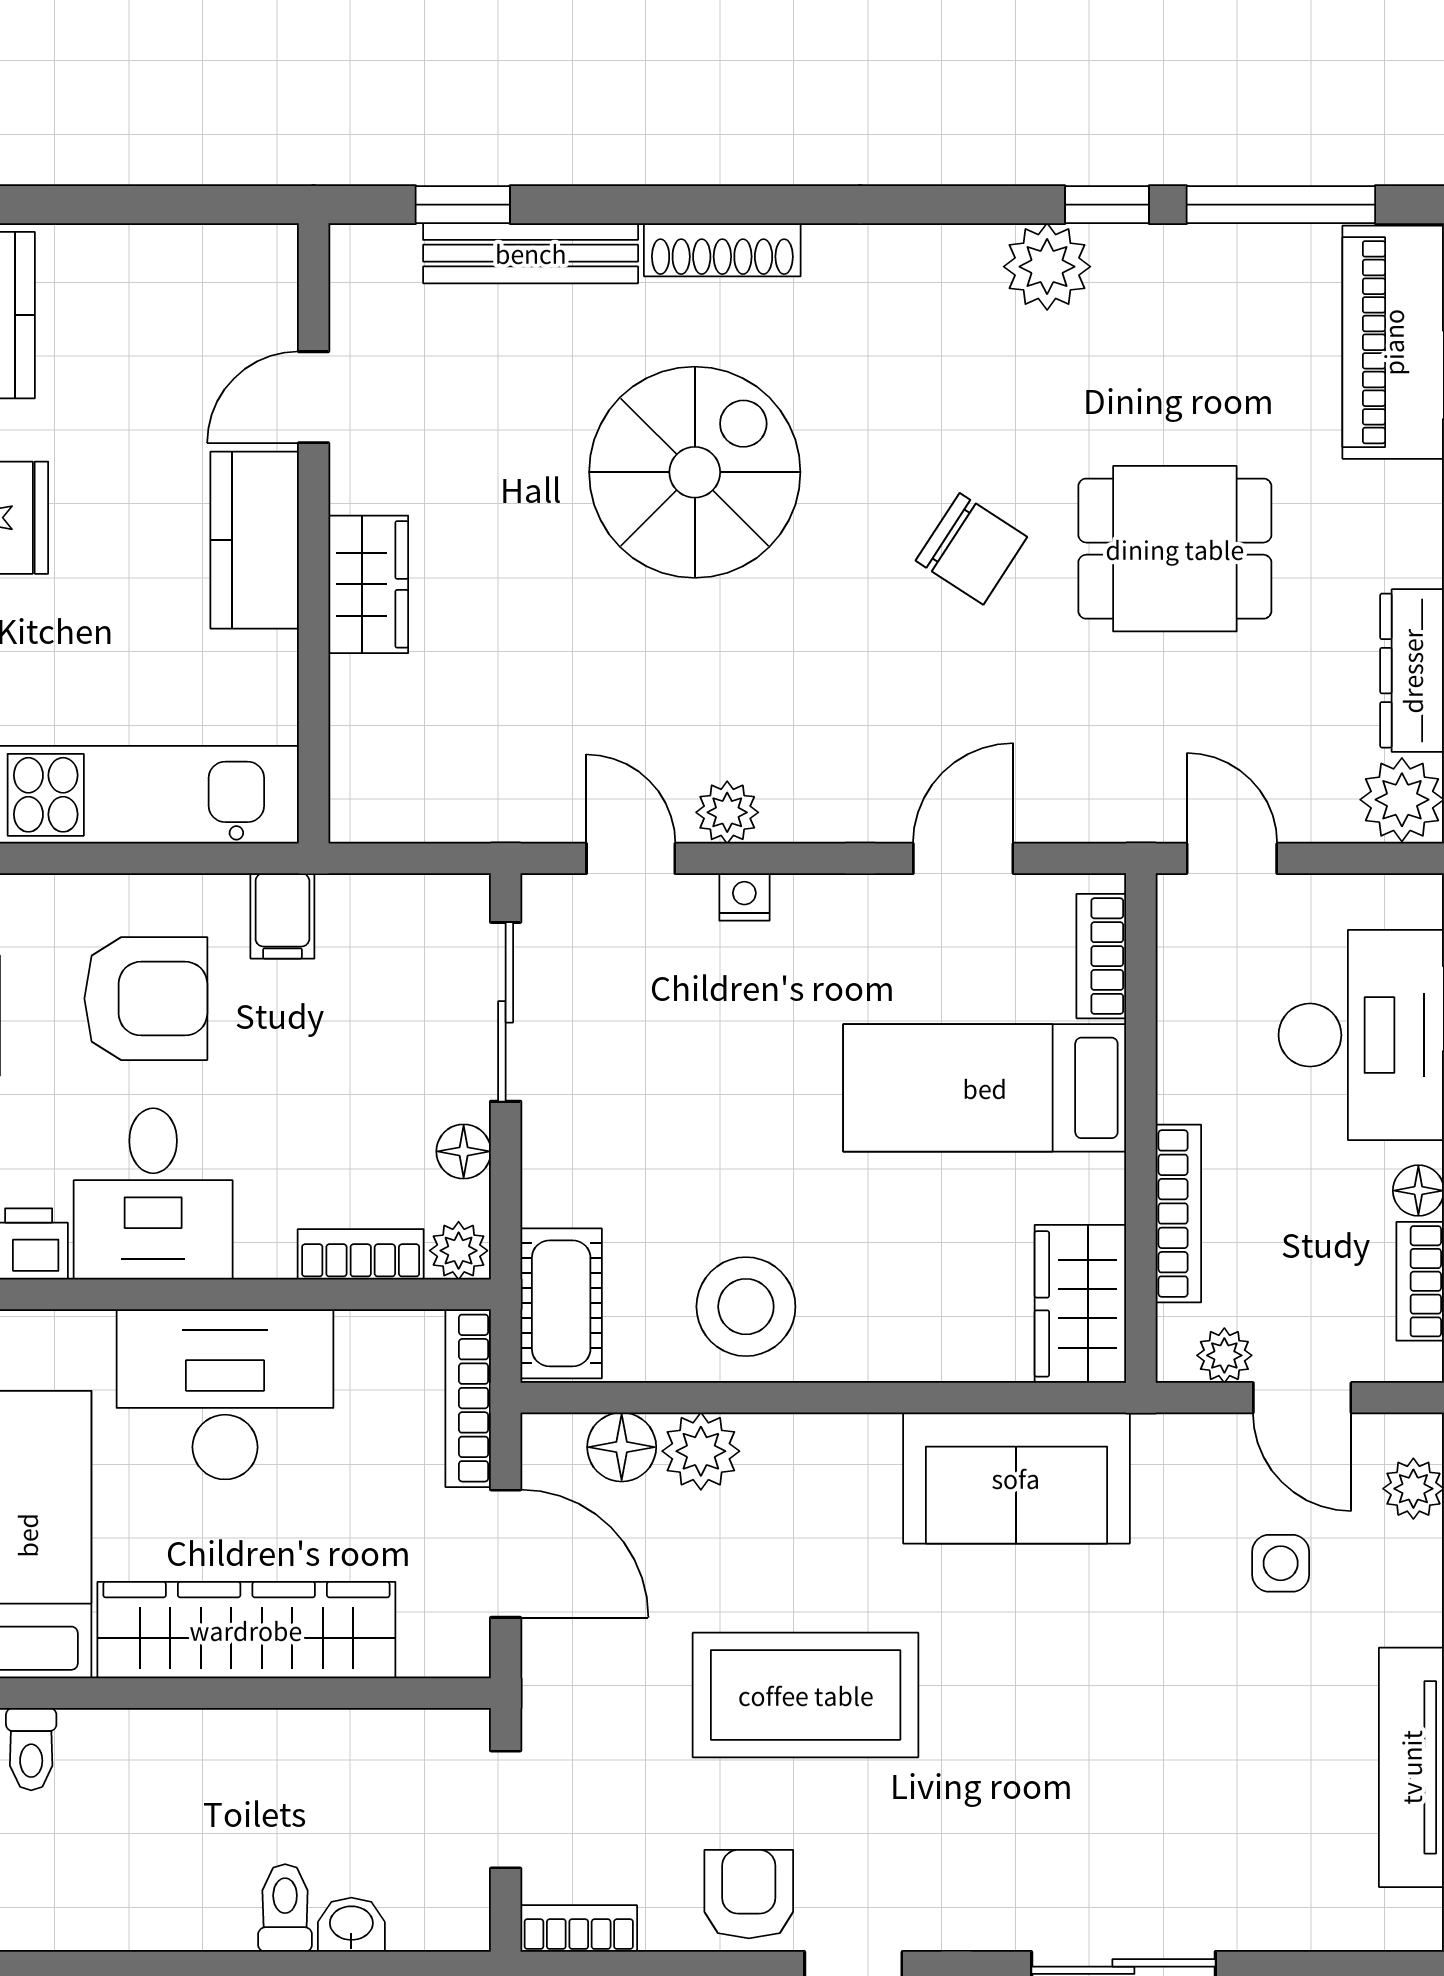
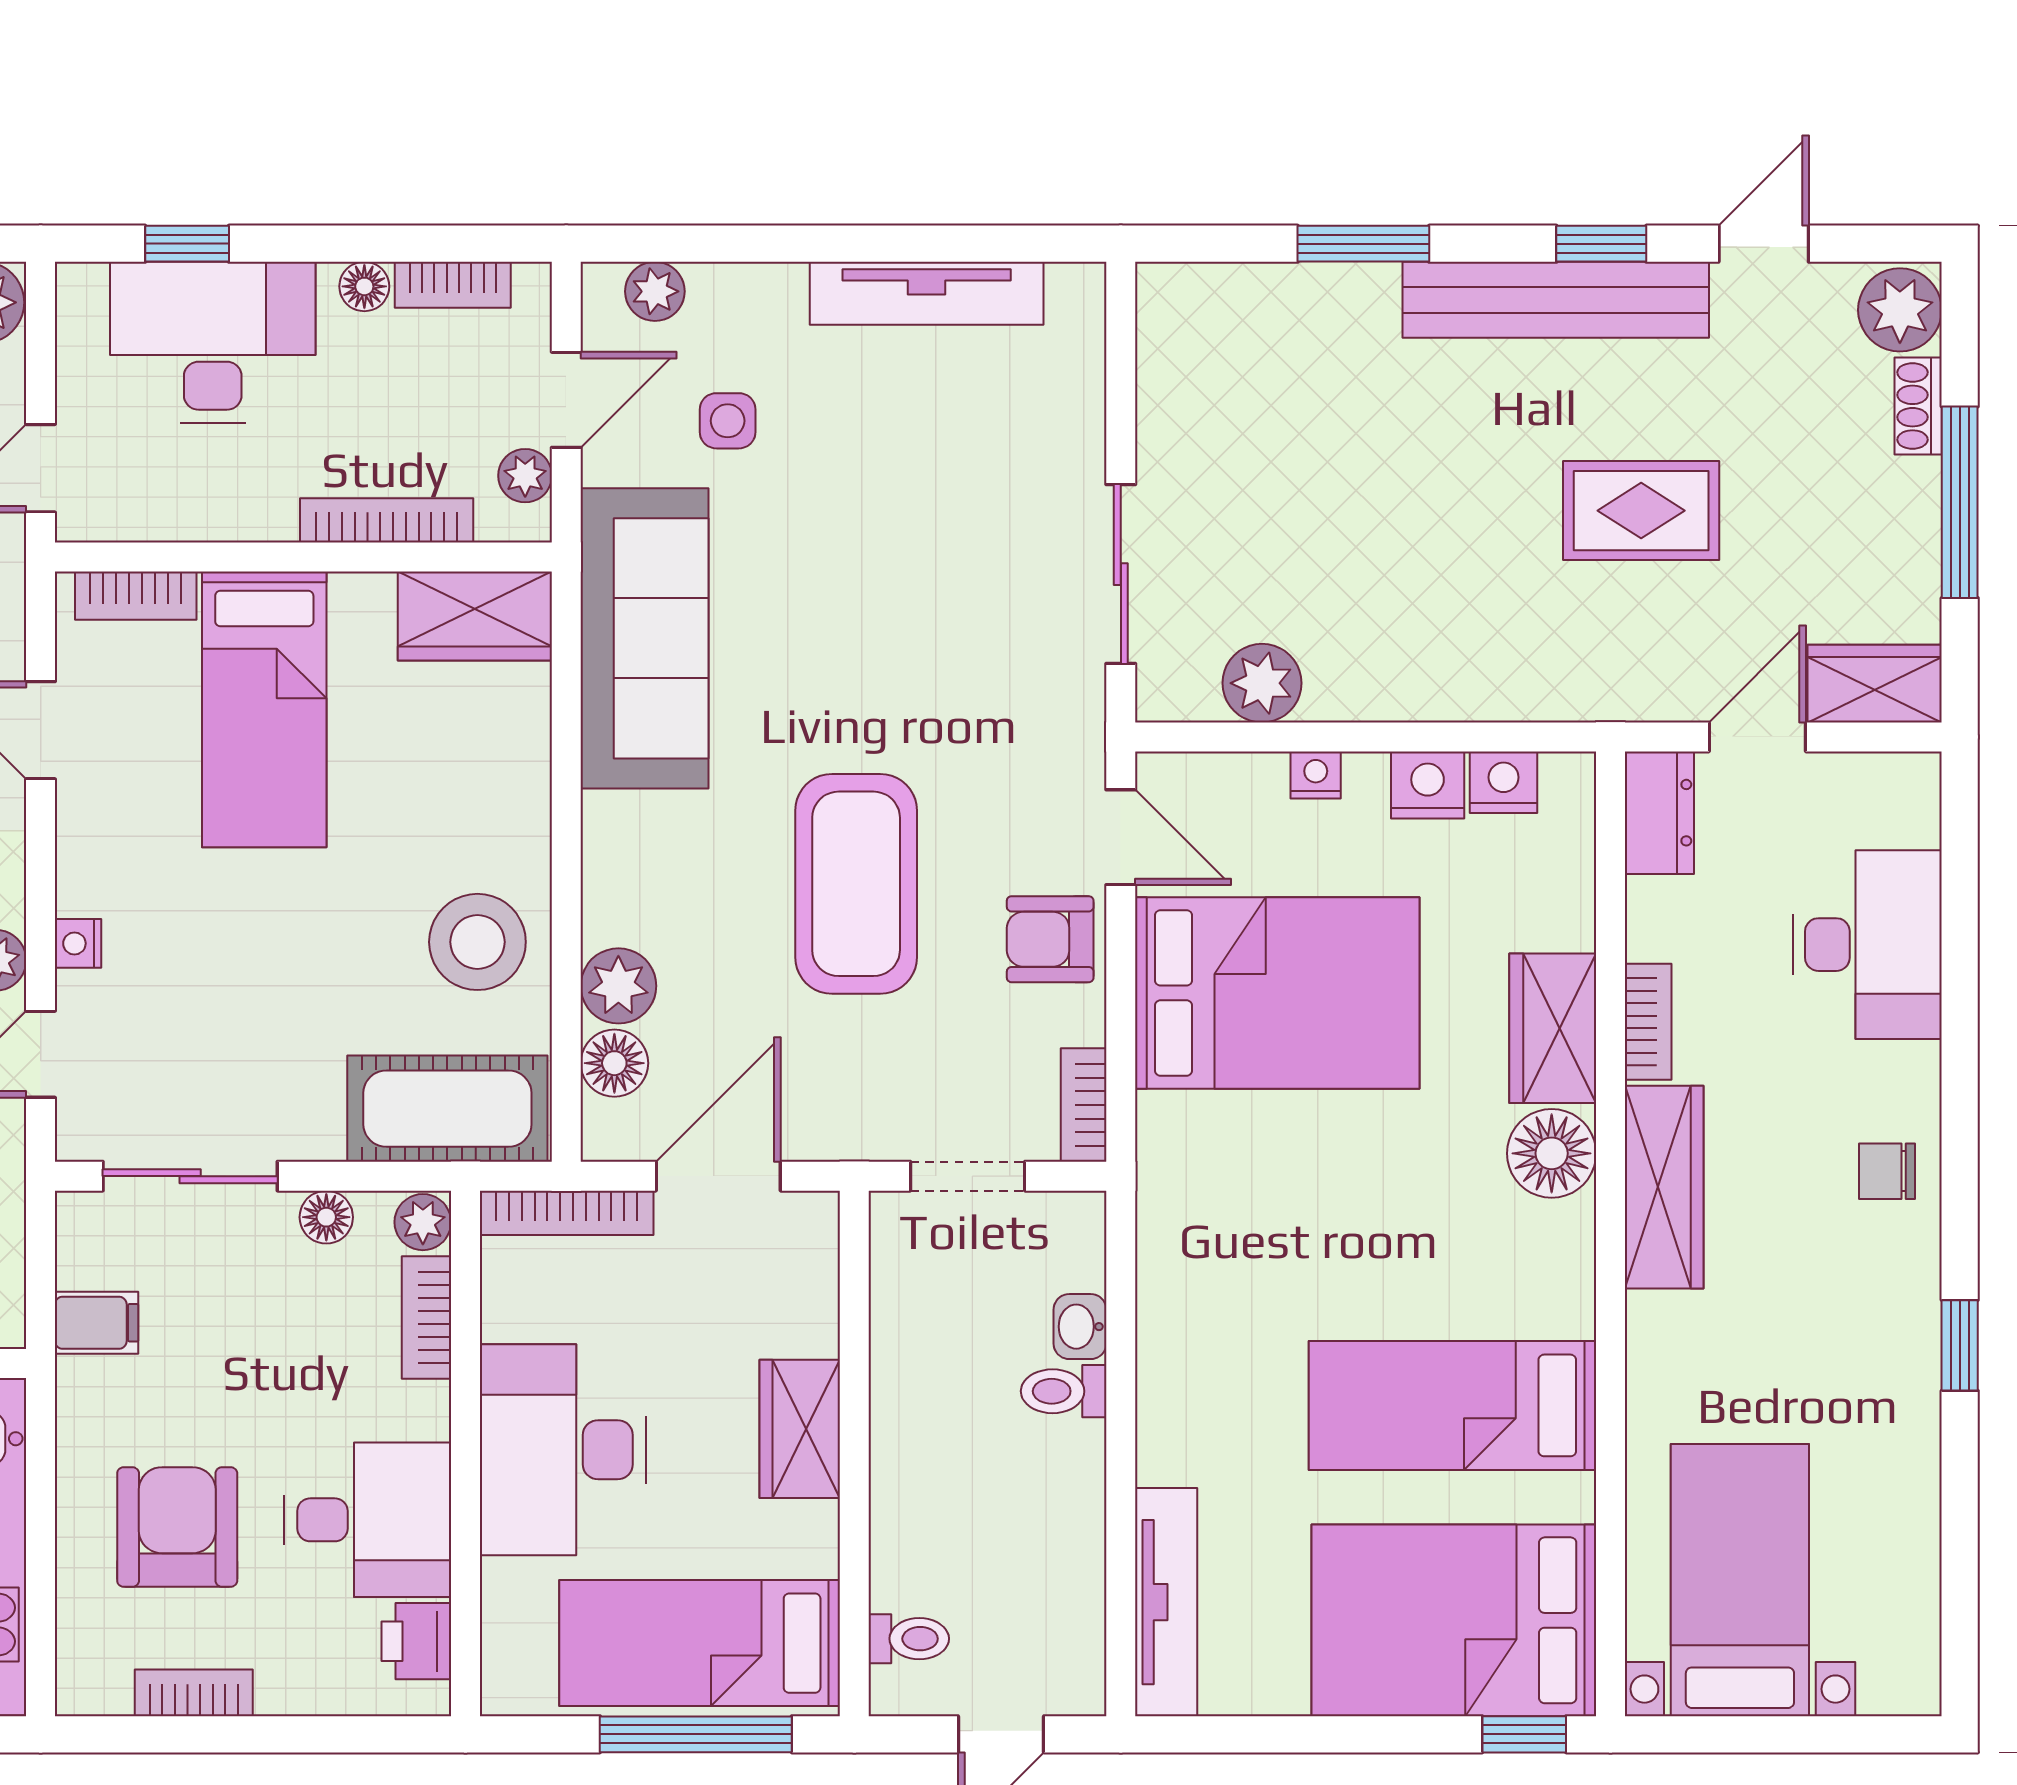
filing cabinet: (282, 916) -> (97, 1323), moved
cot: (561, 1303) -> (447, 1109), width x1.37, depth x1.34
sofa: (1016, 1478) -> (645, 638), width x1.36
wardrobe: (246, 1630) -> (800, 1429), width x0.48, depth x0.85

